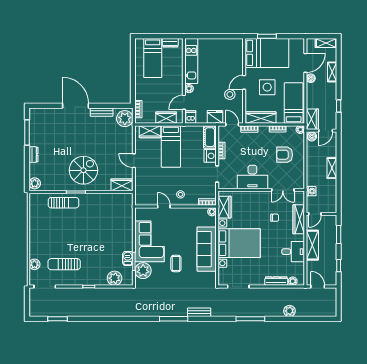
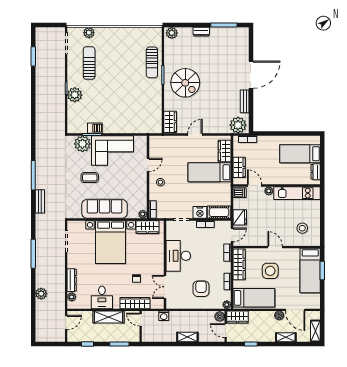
bed: (267, 53) -> (310, 270), width x0.67
stool: (230, 94) -> (302, 228), moved
plant: (115, 278) -> (75, 95), moved

